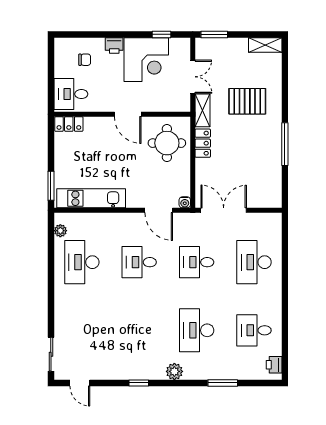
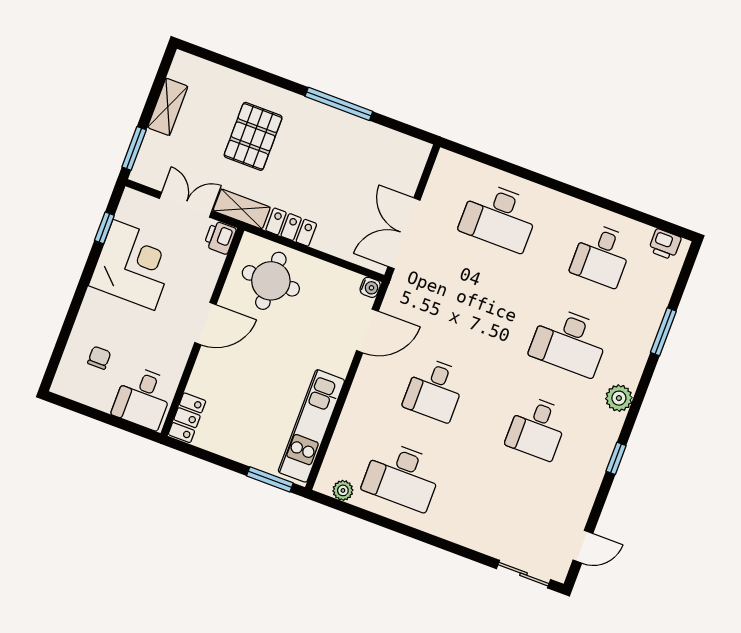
shelving: (265, 45) -> (168, 107), moved
printer: (114, 46) -> (220, 237), moved, turned 180
desk: (197, 262) -> (537, 428), moved

